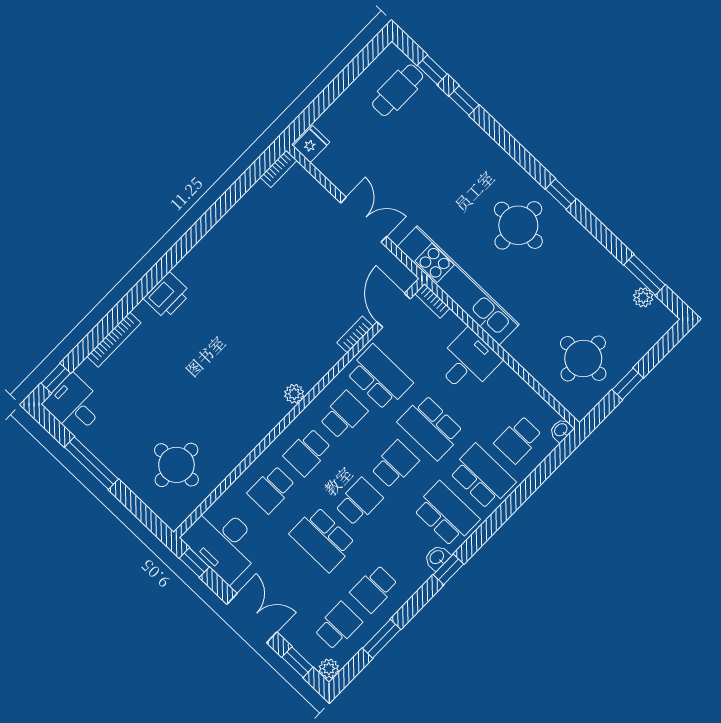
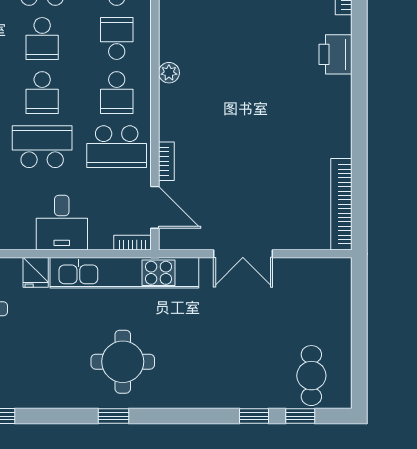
fridge: (311, 144) -> (36, 272), moved
bookcase: (278, 169) -> (341, 204), width x2.31, depth x1.31

